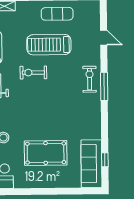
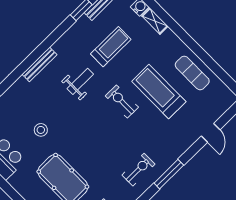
exercise bike: (90, 79) -> (138, 170), moved

